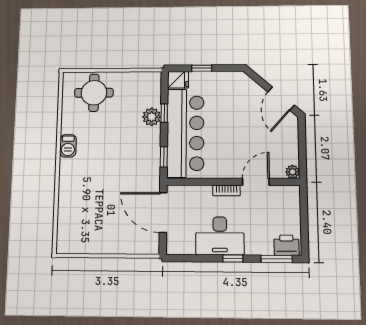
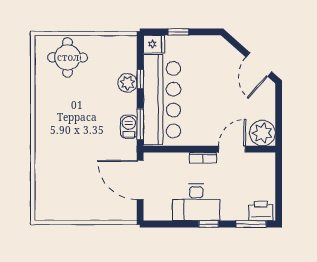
barbecue: (68, 146) -> (129, 127), moved, turned 180
window: (164, 157) -> (140, 124), width x1.50
plant: (293, 172) -> (262, 133), width x1.87, depth x1.87

